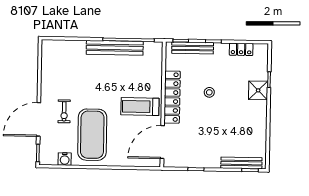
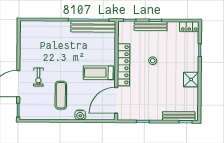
bench: (115, 48) -> (93, 27), moved
bench: (193, 48) -> (151, 26), moved
locker: (241, 49) -> (189, 27), moved
shower: (258, 90) -> (191, 80), moved
exercise mat: (92, 135) -> (61, 95), width x0.50, depth x0.69
water cooler: (65, 159) -> (80, 115), moved

